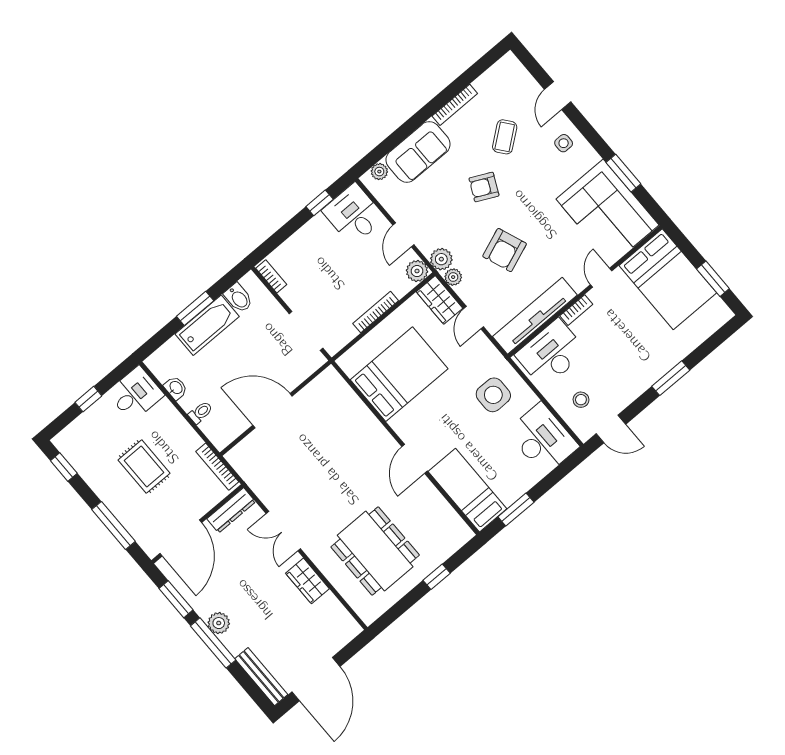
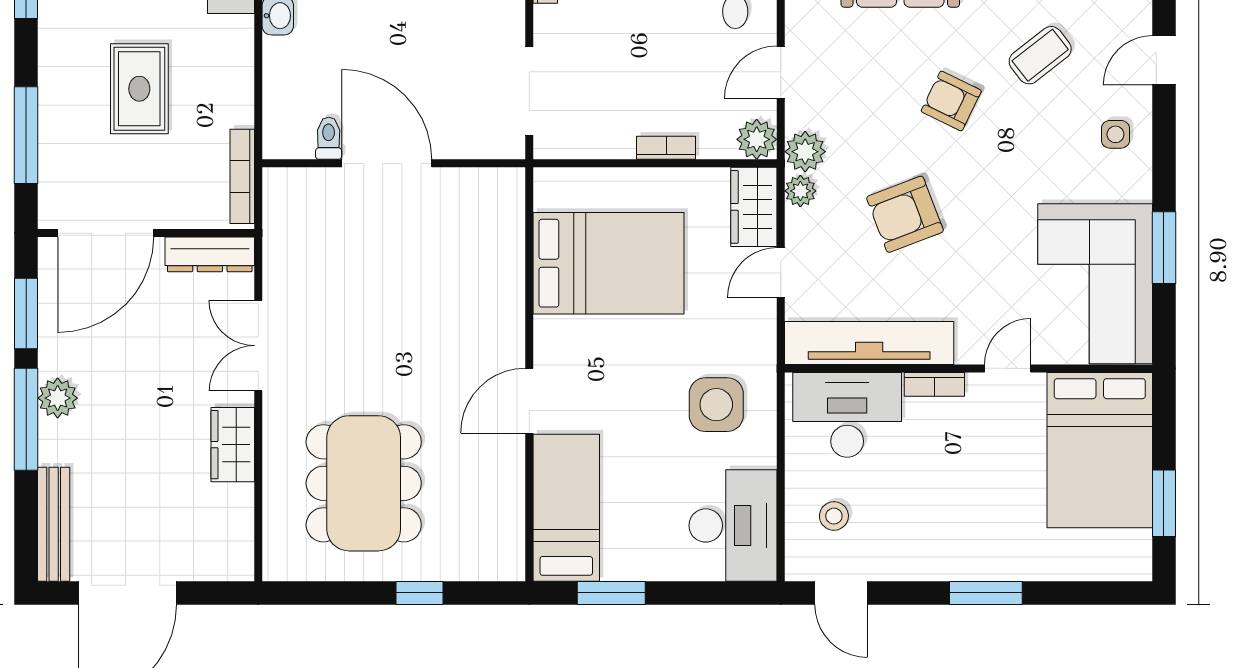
bookcase: (376, 312) -> (666, 148), width x0.64
toilet: (200, 412) -> (329, 138), moved, turned -90

